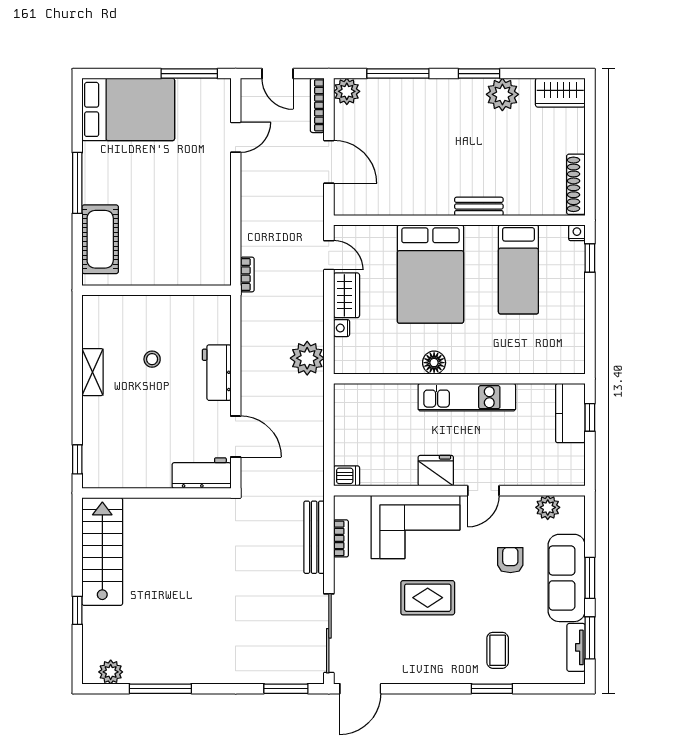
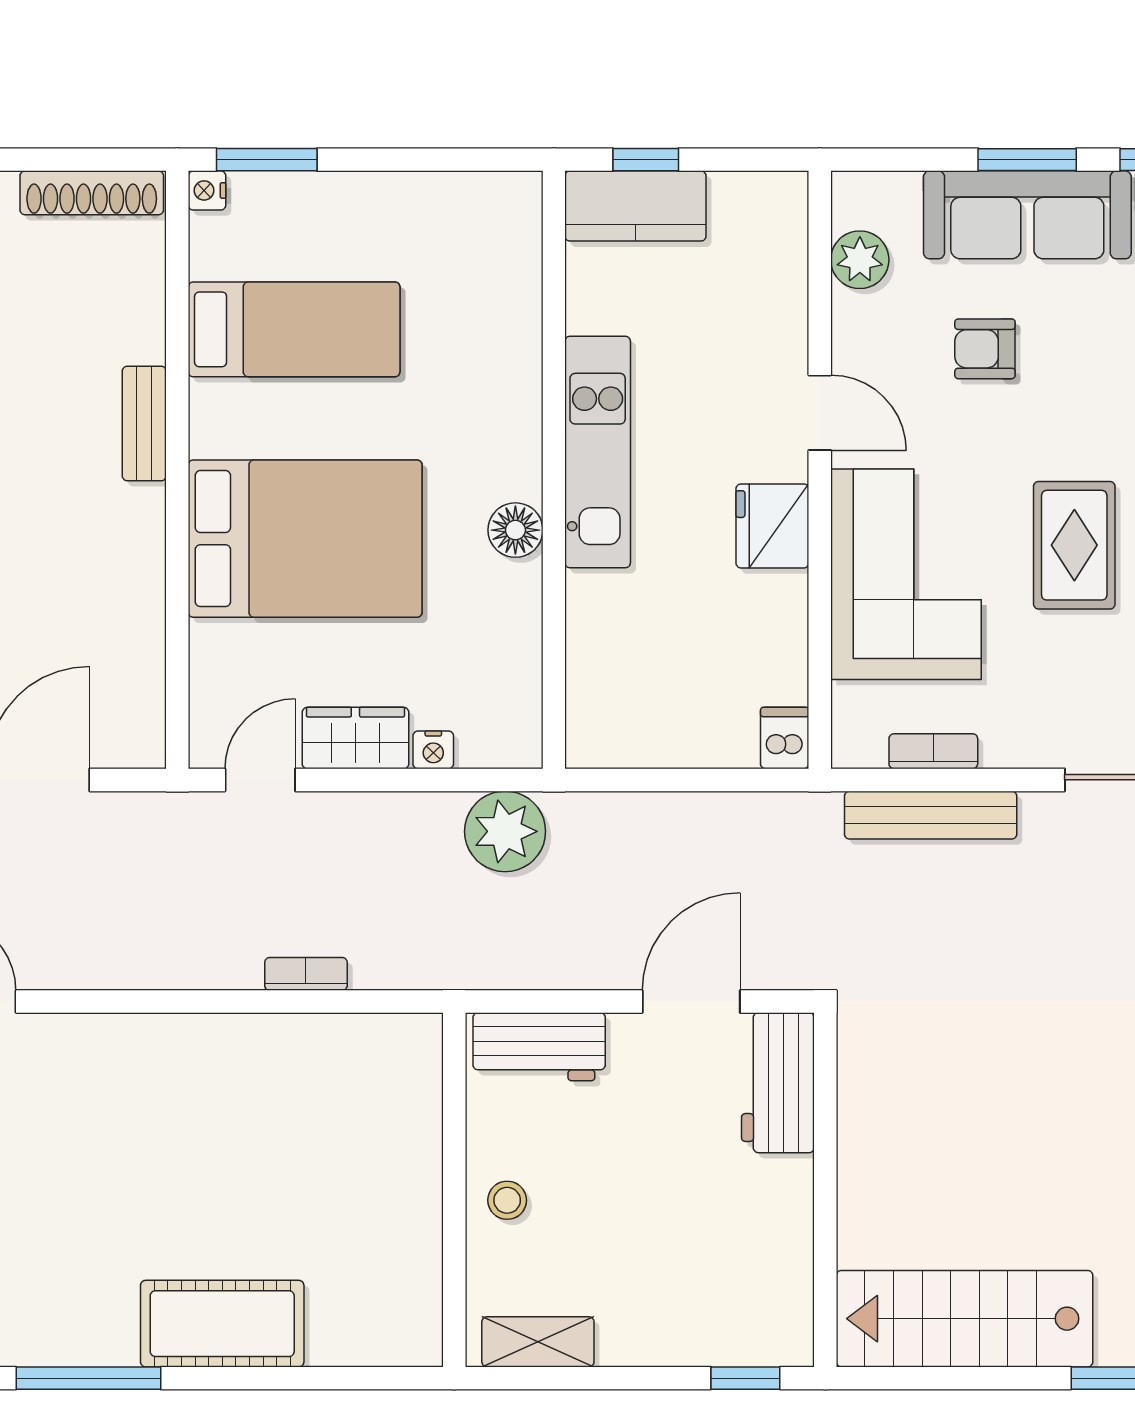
window: (590, 258) -> (267, 160), width x1.50
wall: (156, 290) -> (454, 1190), moved

